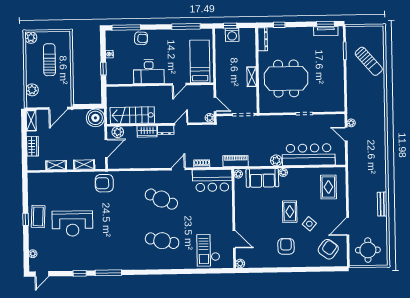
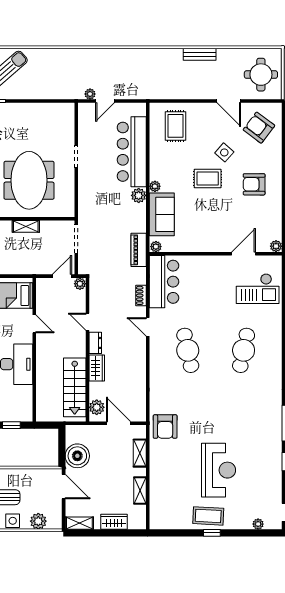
side table: (32, 71) -> (13, 521), added
boiler: (95, 118) -> (77, 456), moved
rug: (328, 187) -> (175, 126), turned 90
cafe table: (161, 199) -> (188, 350), turned -36

